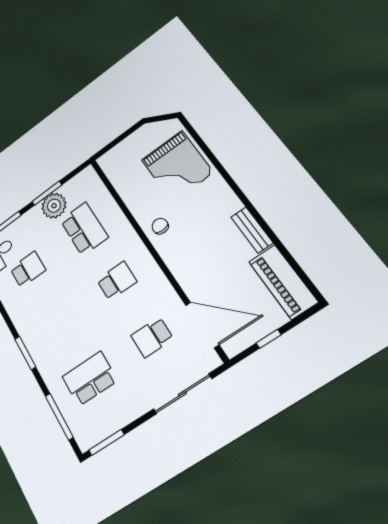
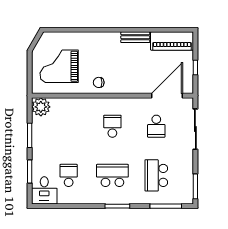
grand piano: (177, 166) -> (59, 66), moved, turned 180
plant: (54, 206) -> (41, 107), moved
school desk: (84, 229) -> (112, 175), moved

